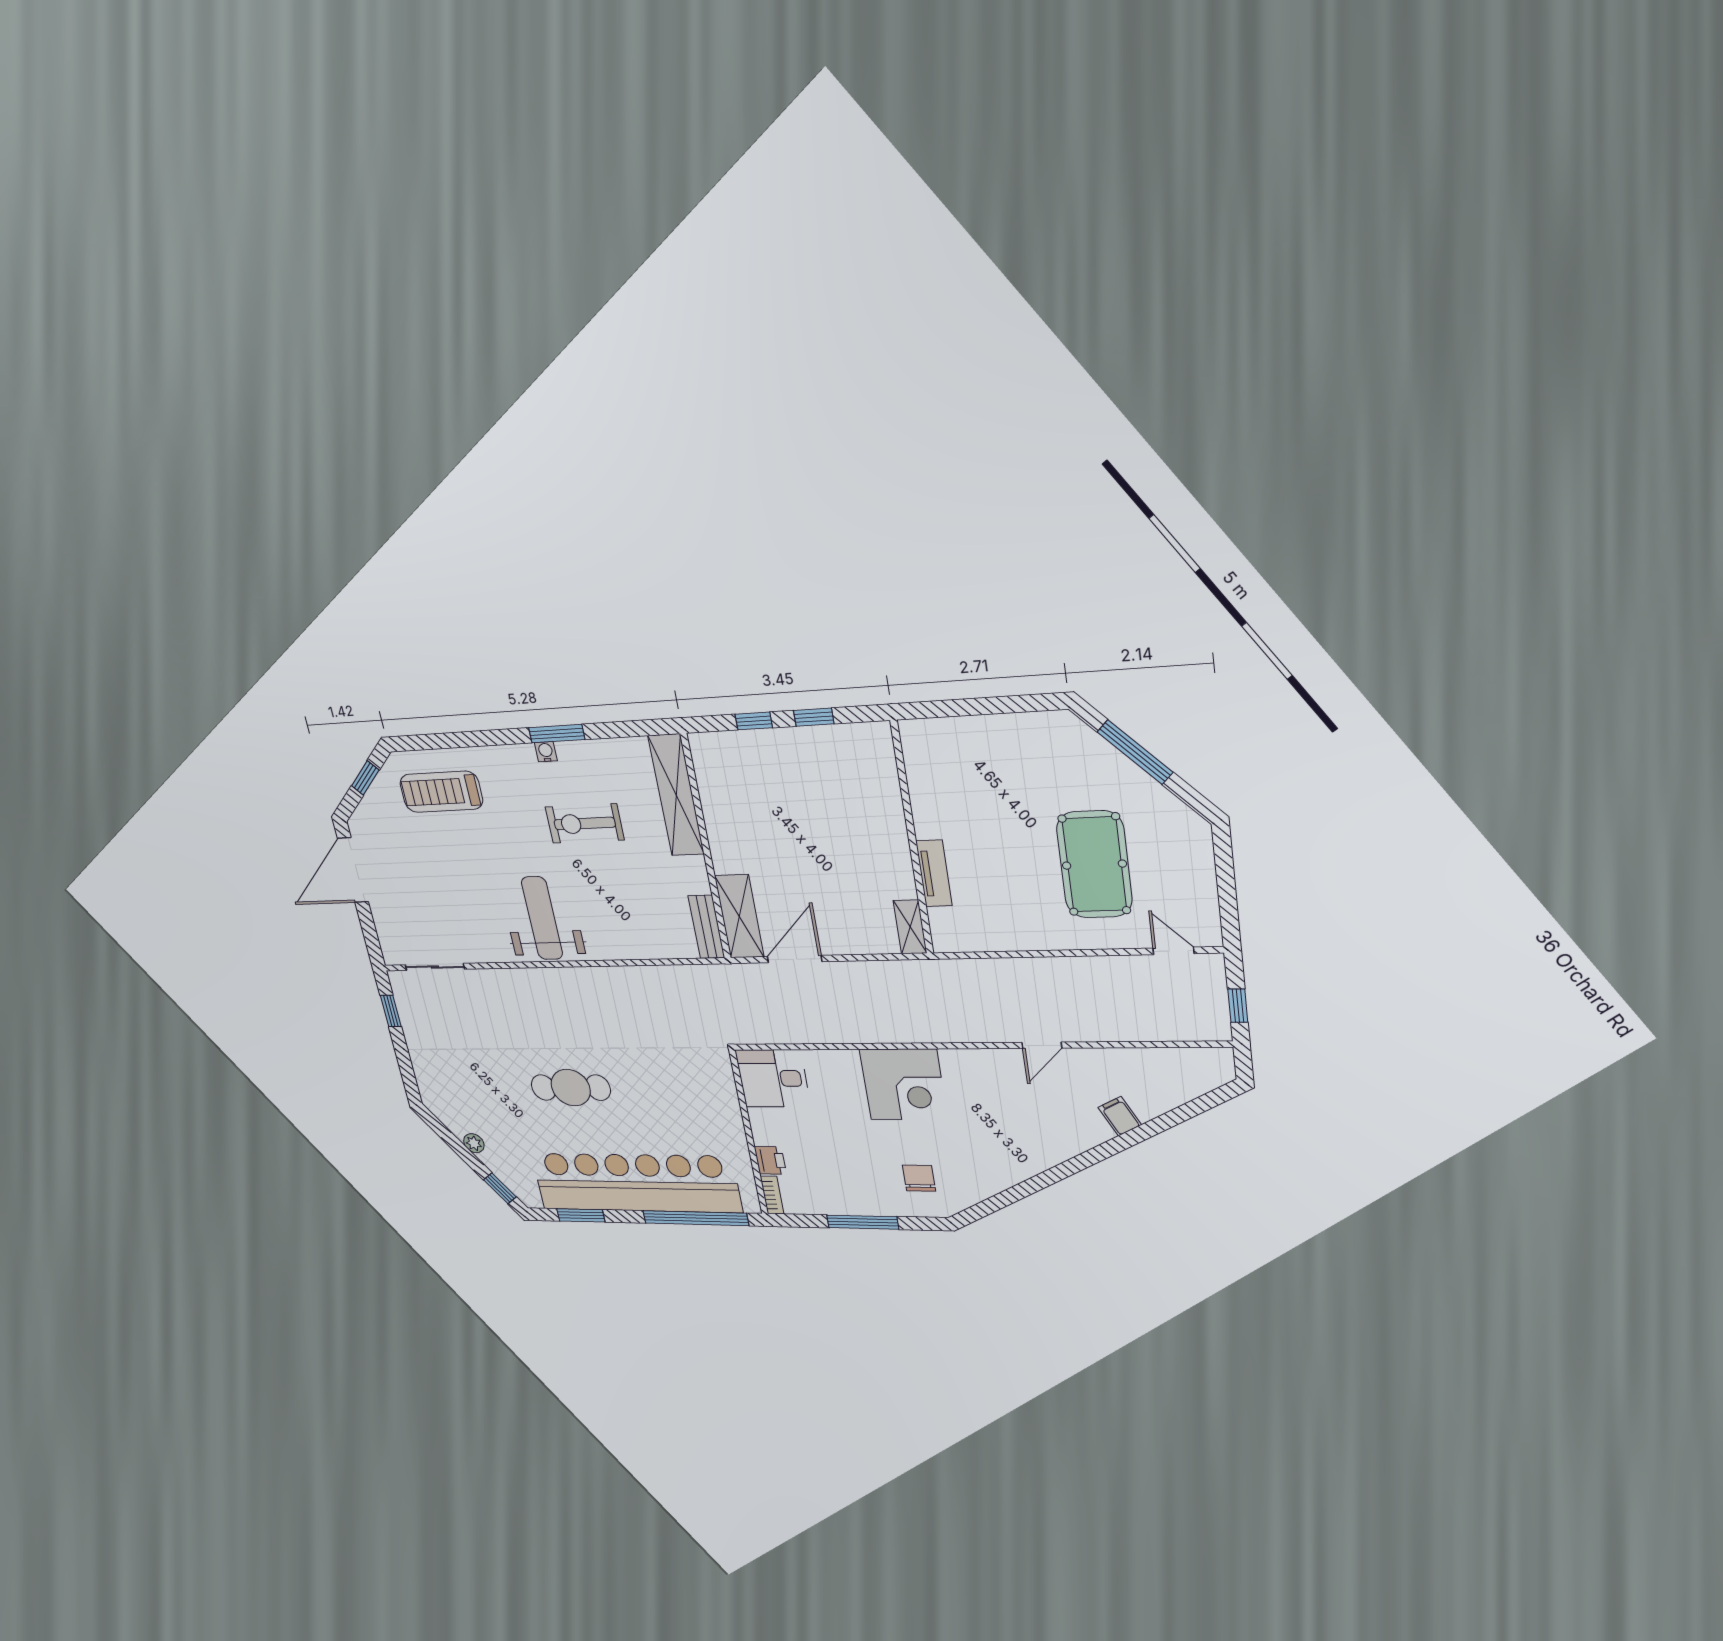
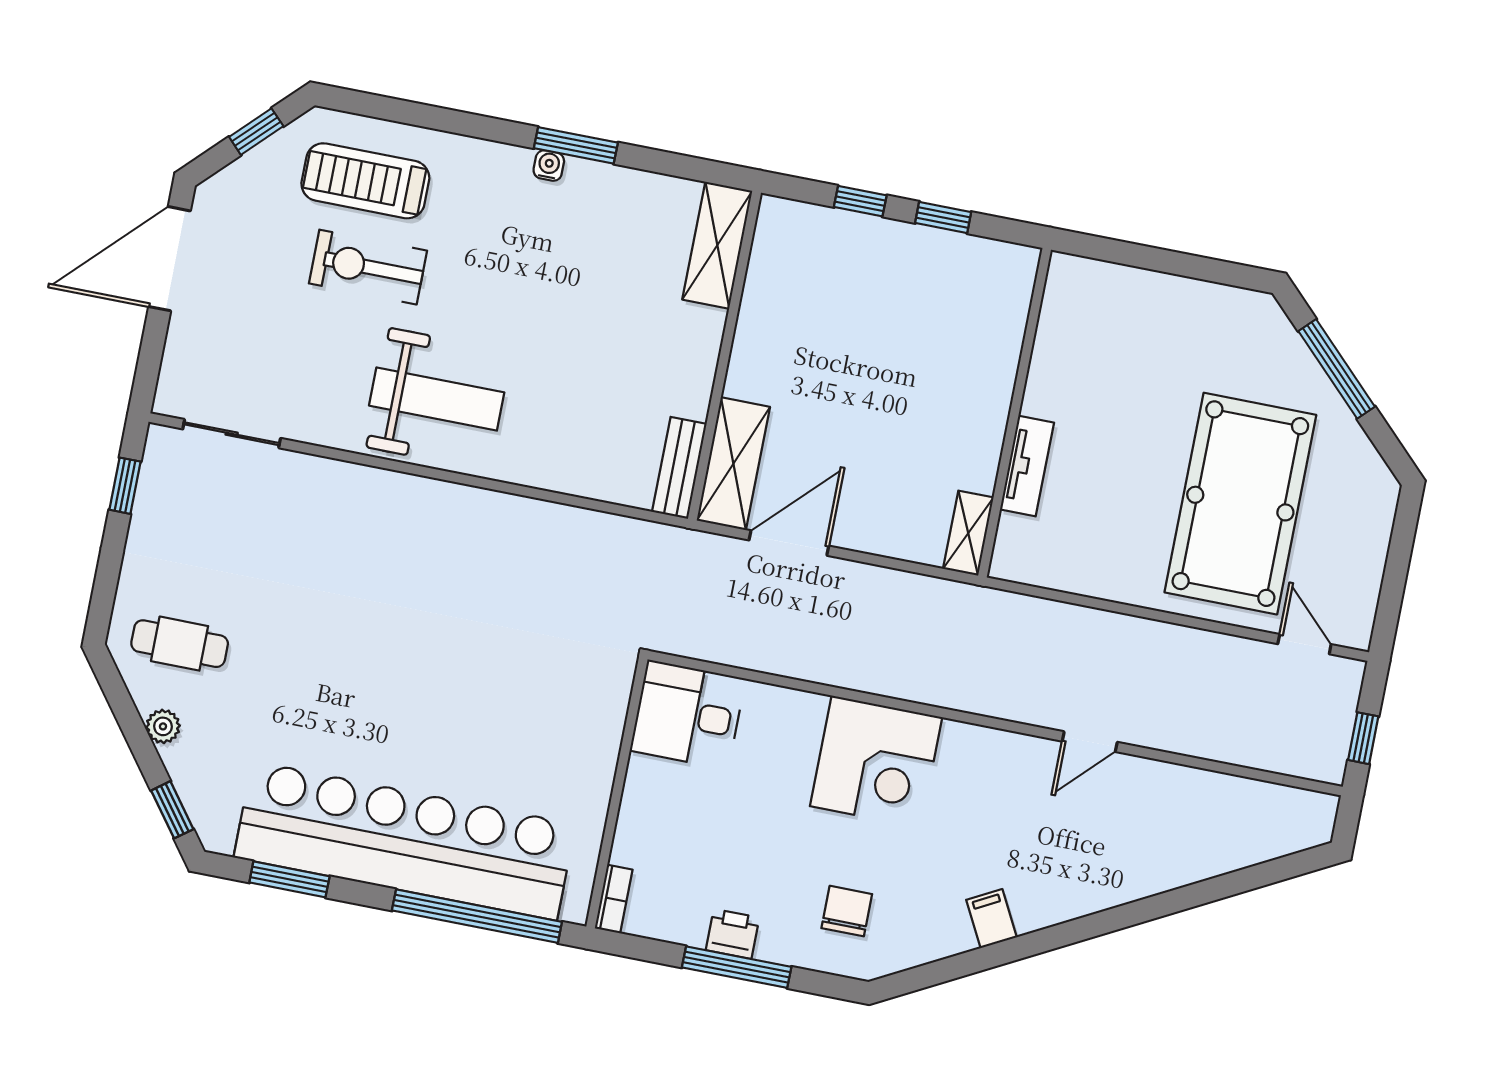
shelving: (676, 795) -> (717, 245), width x0.68
exercise bike: (585, 823) -> (368, 267), moved
pool table: (1094, 865) -> (1240, 504), width x1.36, depth x1.32
weight bench: (542, 918) -> (437, 399), turned 90
cafe table: (571, 1088) -> (180, 644), moved, width x0.73, depth x0.74
filing cabinet: (1120, 1116) -> (991, 919), moved
printer: (770, 1160) -> (733, 934), moved, turned -90

